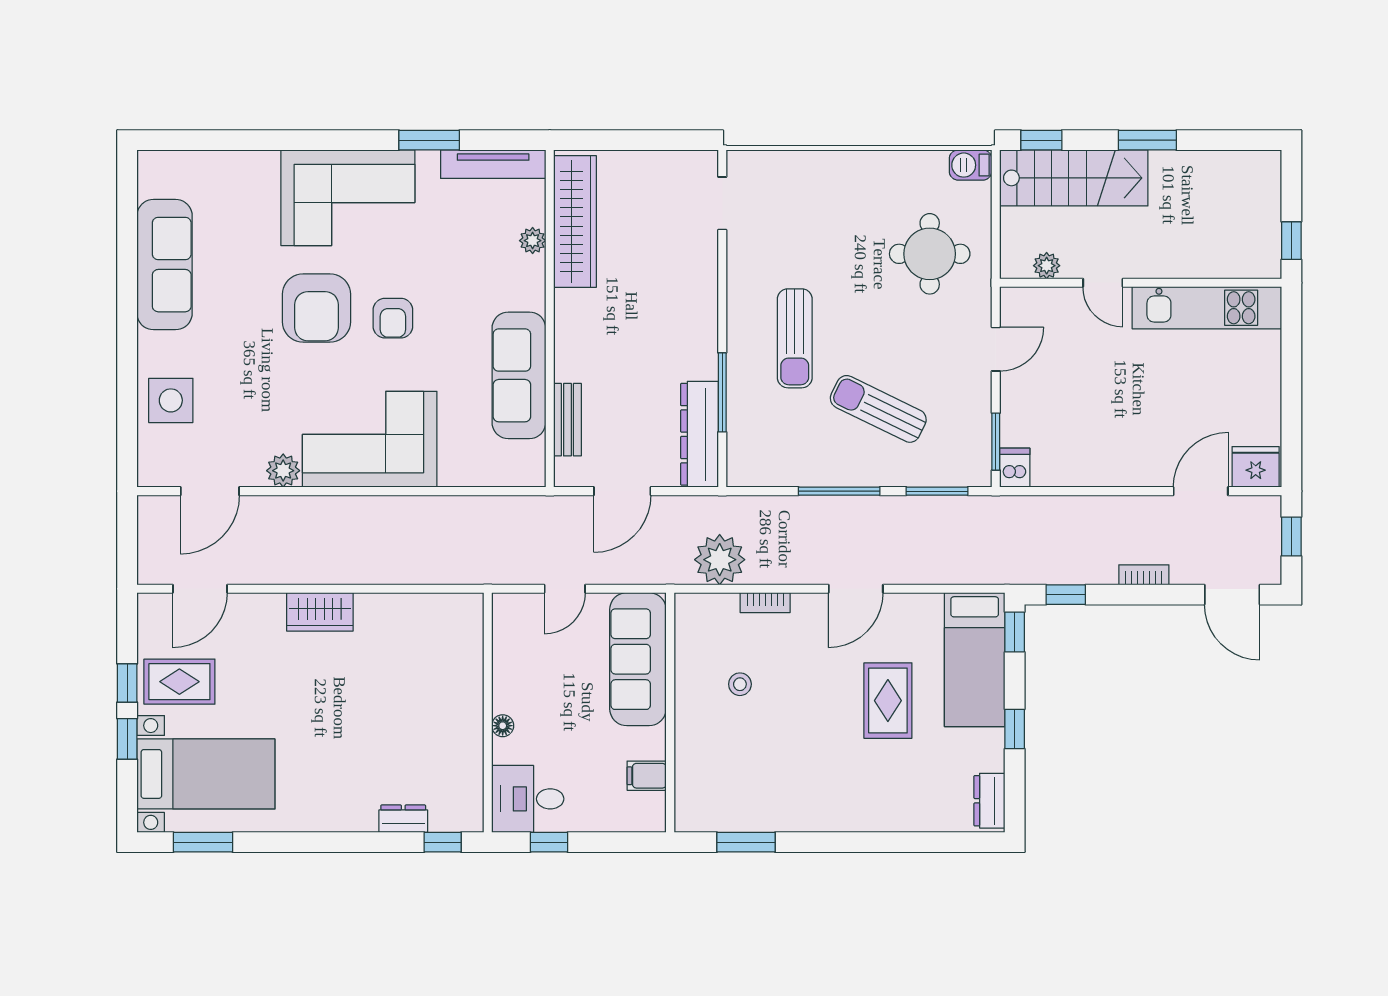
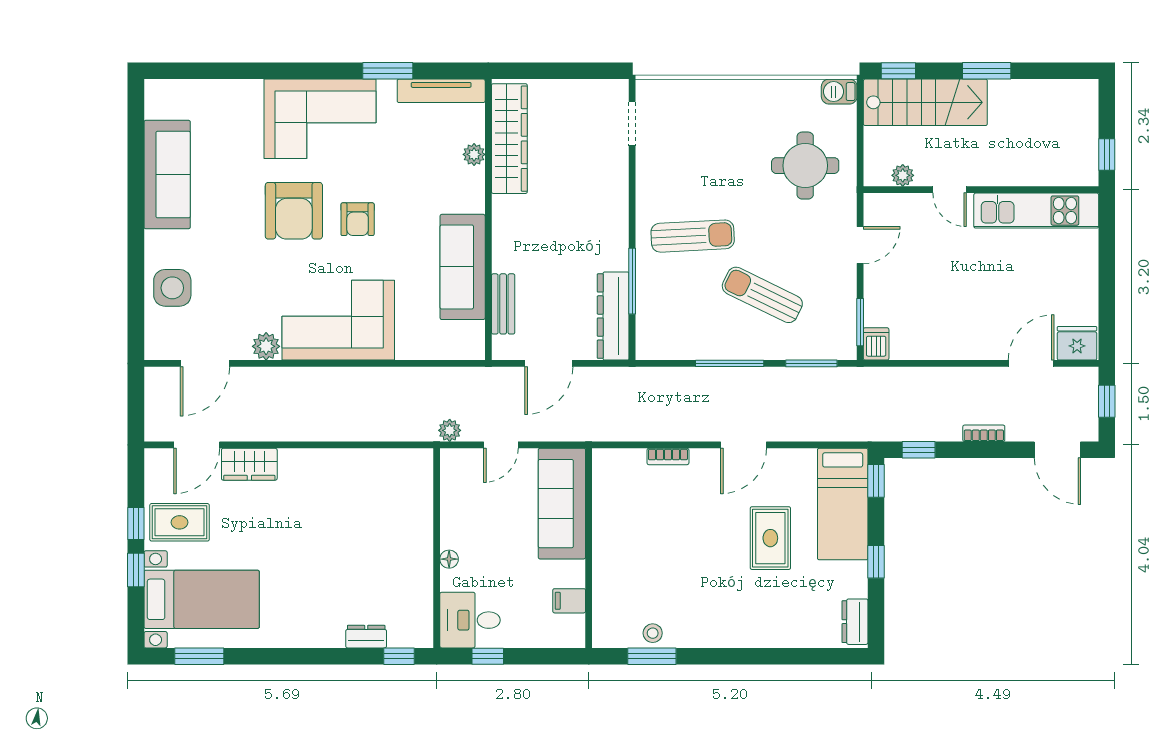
sun lounger: (795, 338) -> (693, 236), turned -93
plant: (720, 560) -> (450, 430), moved, width x0.53, depth x0.53
wardrobe: (320, 612) -> (249, 464), moved
stool: (740, 684) -> (653, 633), moved

